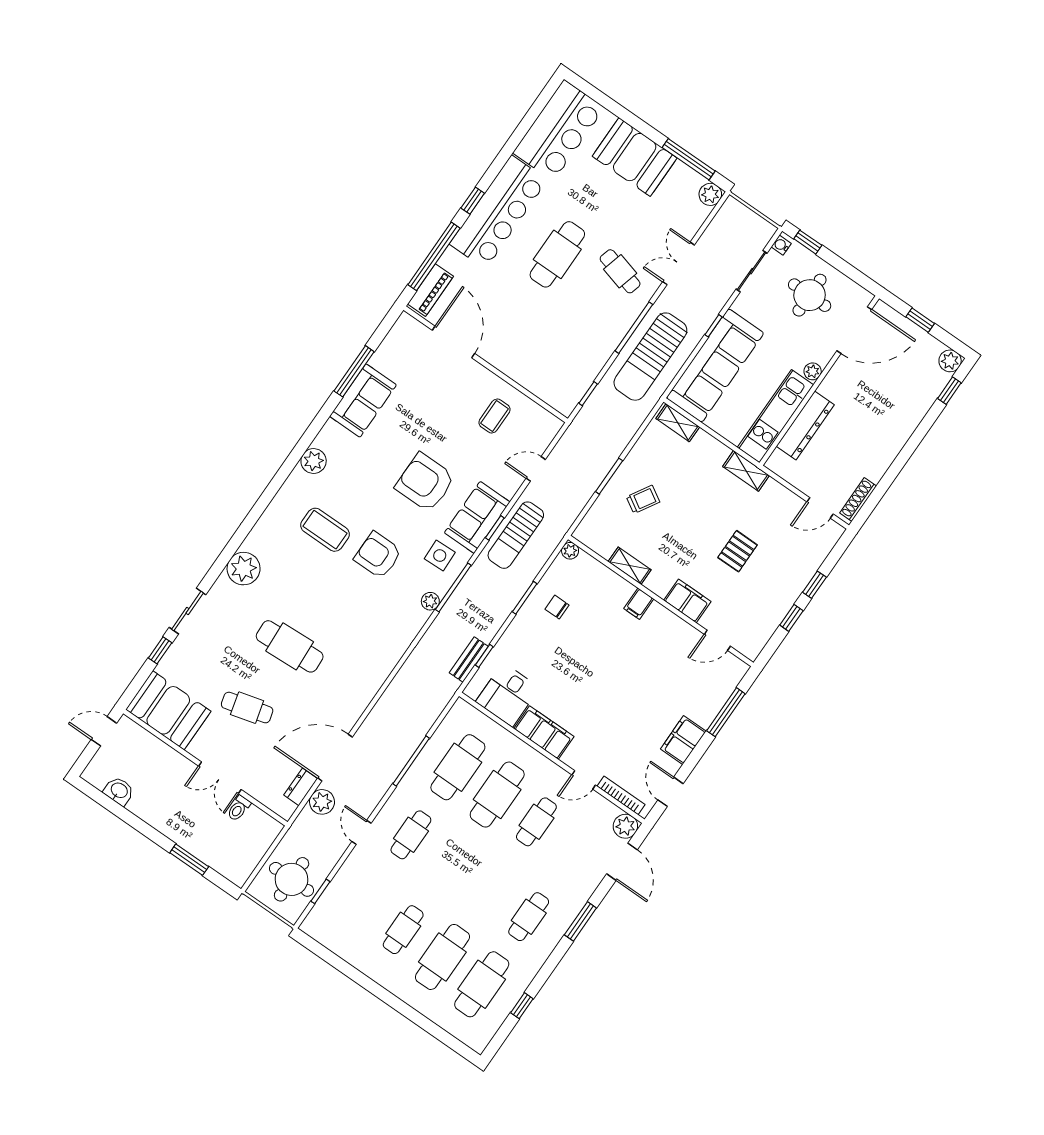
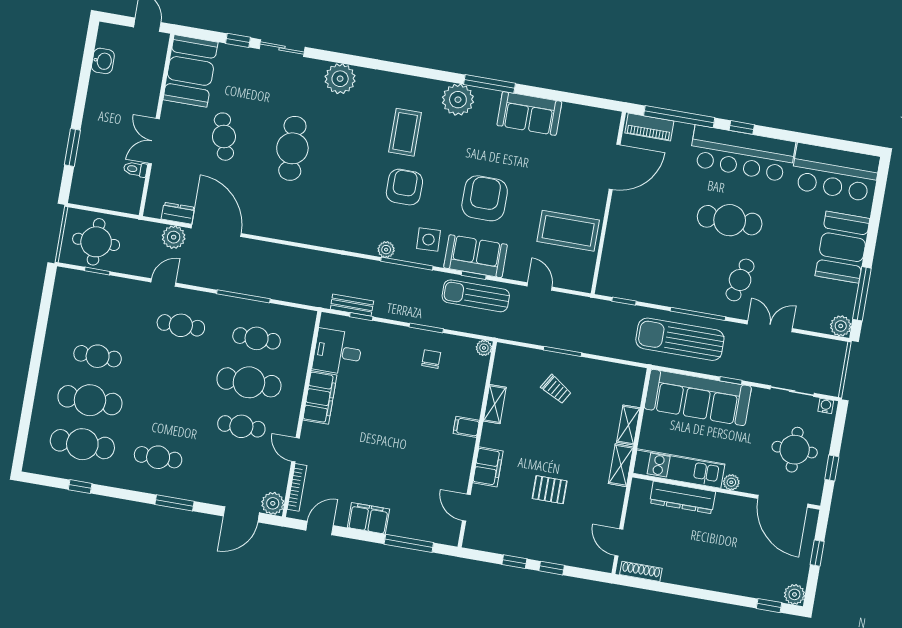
window: (808, 242) -> (832, 468), moved
window: (354, 371) -> (489, 84), moved
coffee table: (494, 416) -> (568, 231), width x1.86, depth x1.72
shelving: (678, 423) -> (628, 425), moved
plant: (314, 461) -> (458, 100), width x1.36, depth x1.36
cafe table: (458, 767) -> (257, 338), width x0.73, depth x0.74

